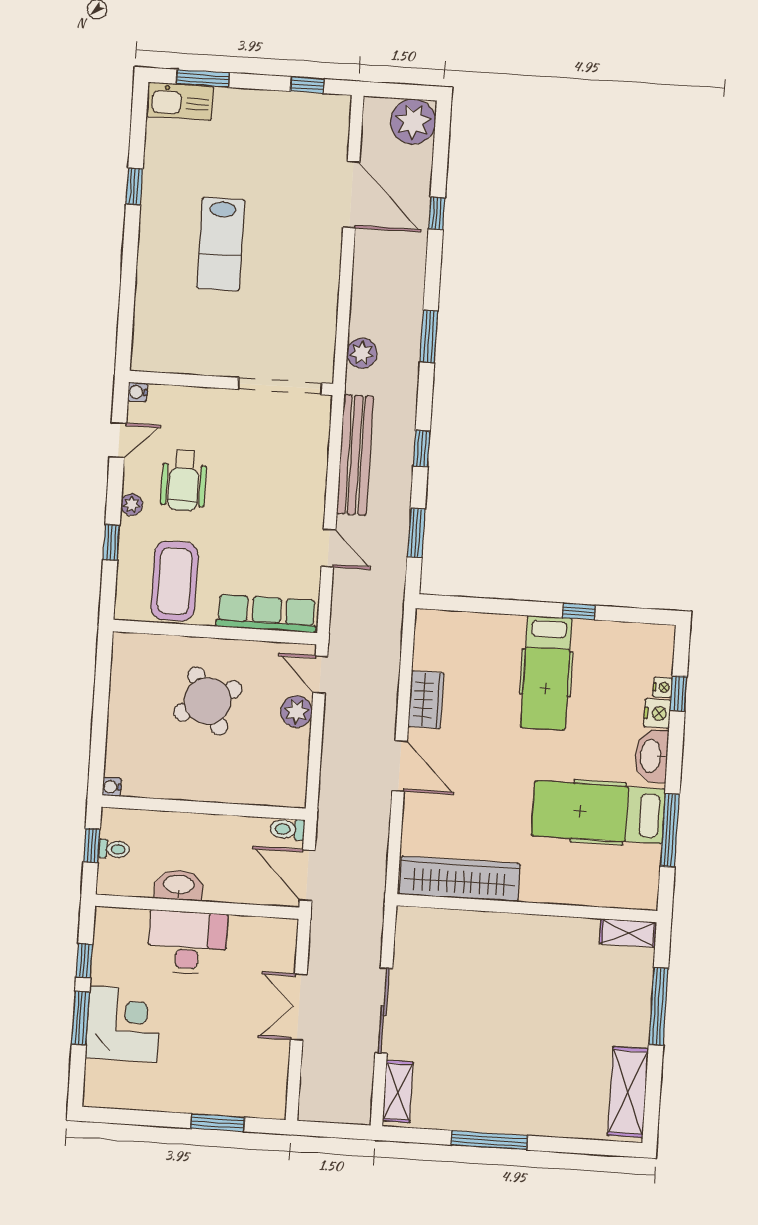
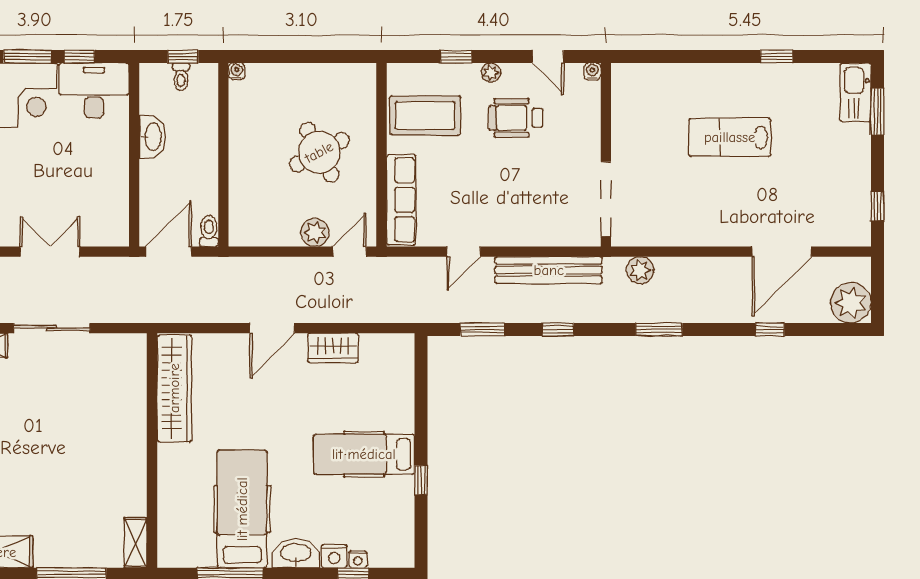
desk: (187, 942) -> (94, 90), moved, turned -90

